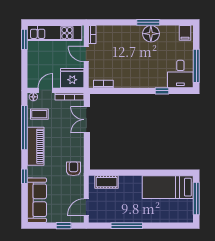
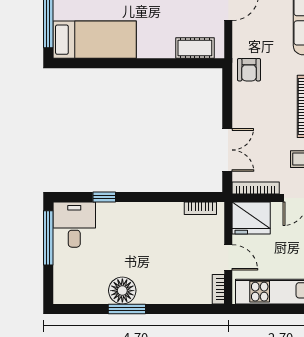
filing cabinet: (185, 33) -> (67, 292), removed

